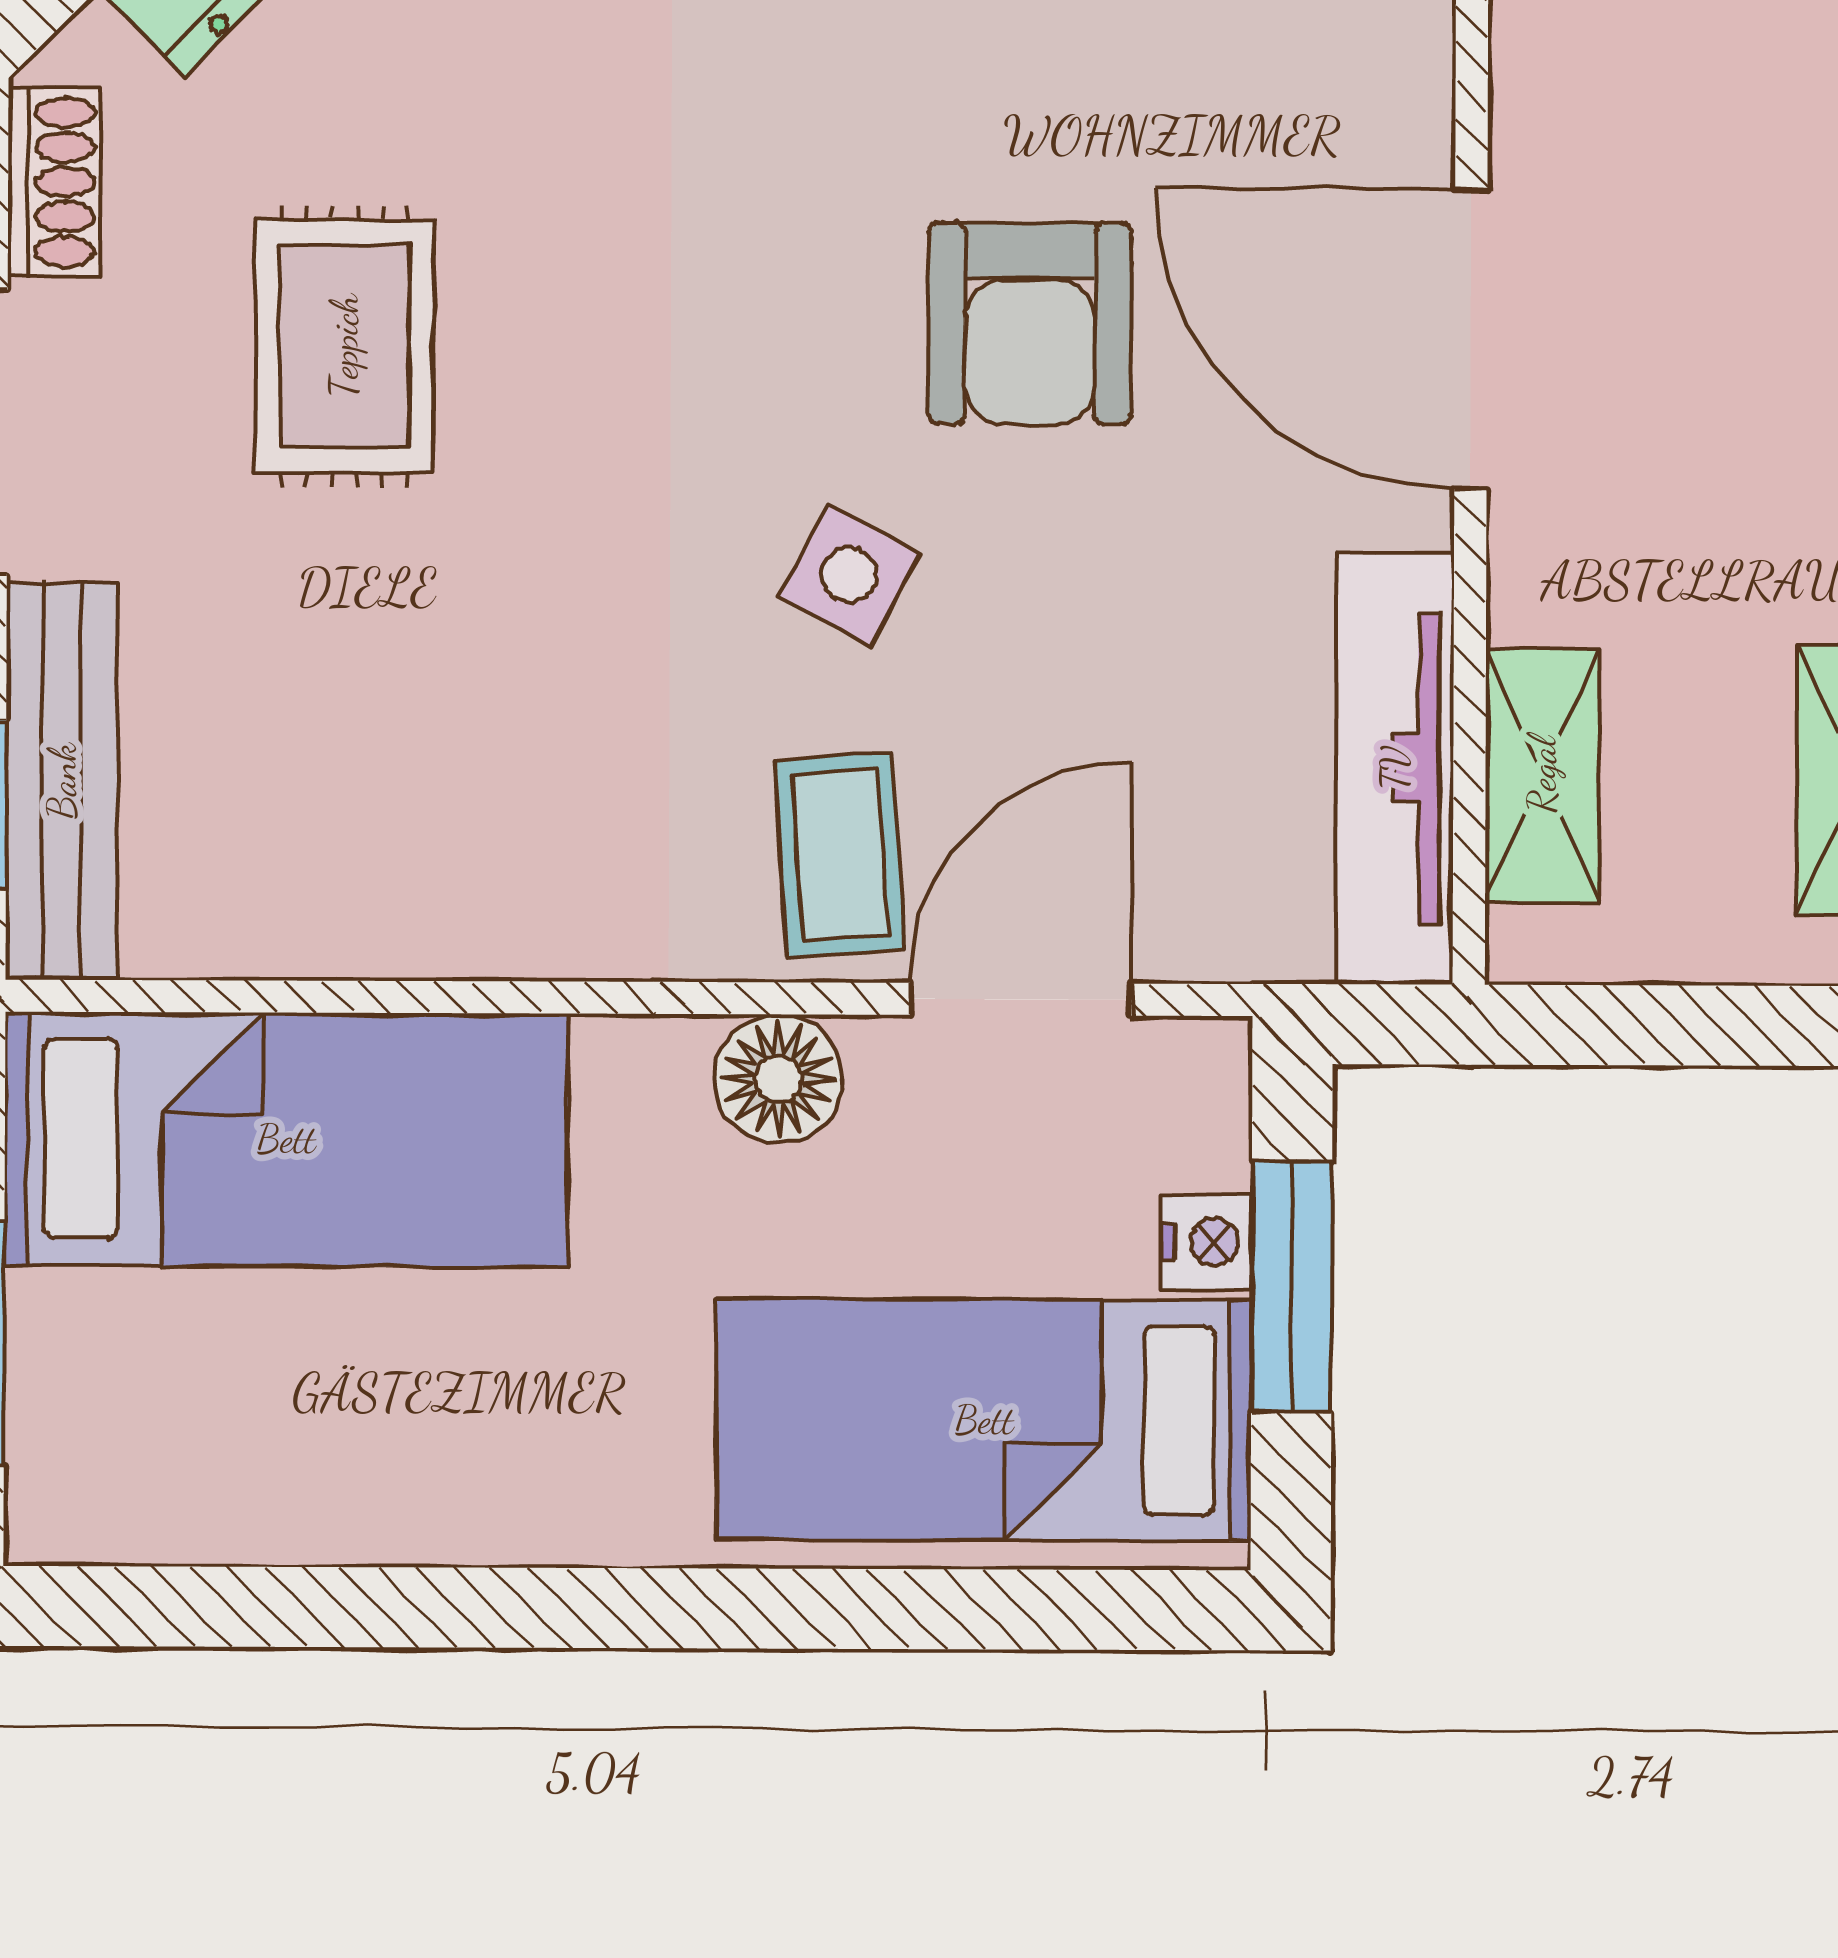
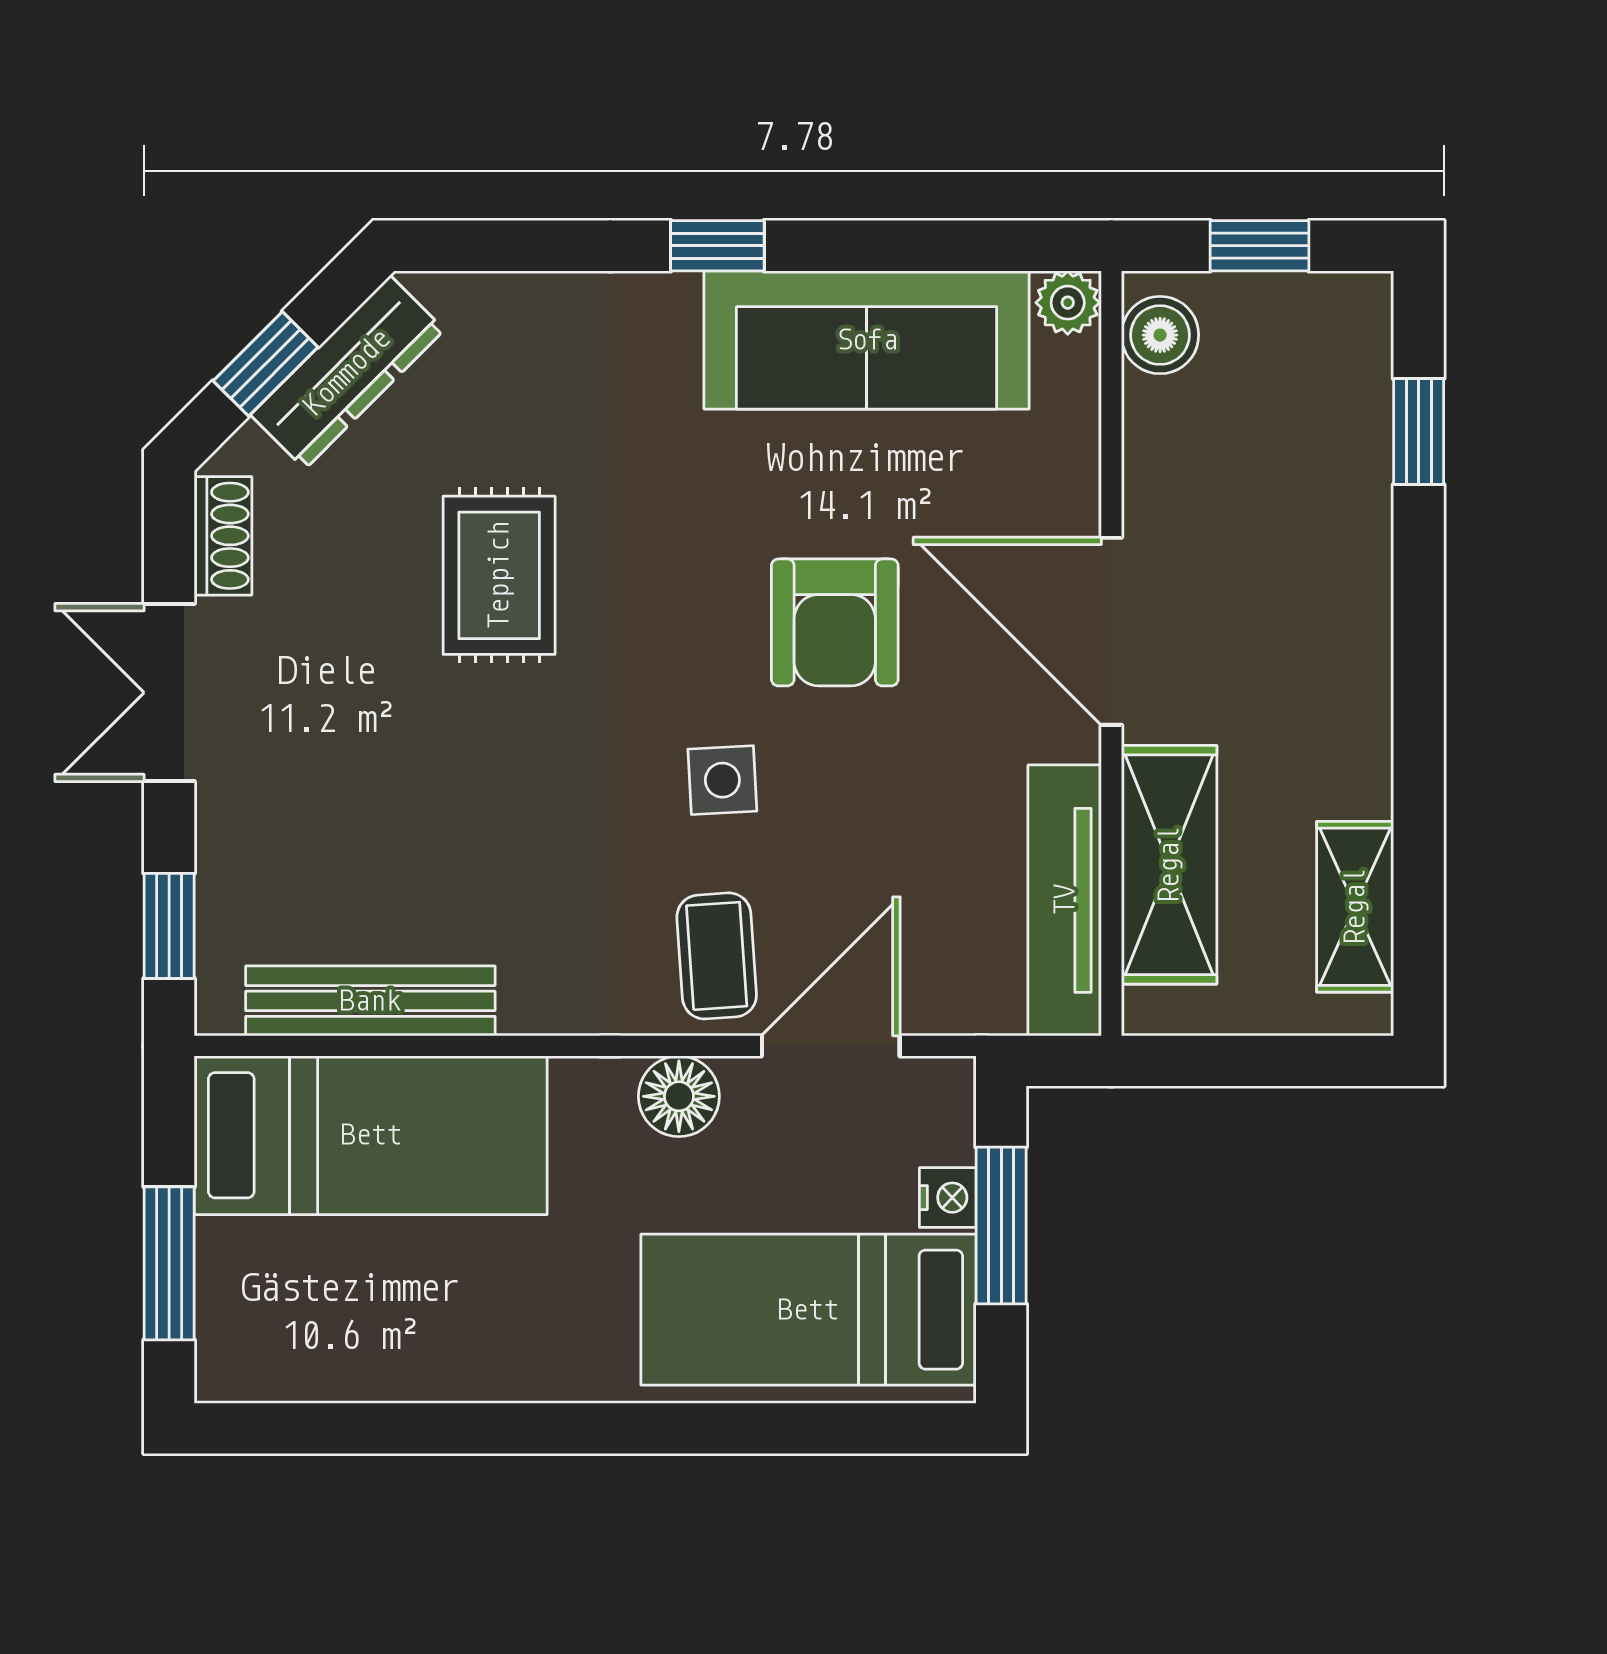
rug: (344, 346) -> (499, 575), moved
side table: (849, 575) -> (722, 780), turned -31
shelving: (1542, 775) -> (1169, 865), width x1.50, depth x1.33
bench: (62, 781) -> (370, 1001), moved, turned 90

